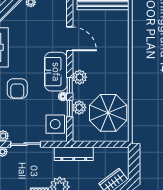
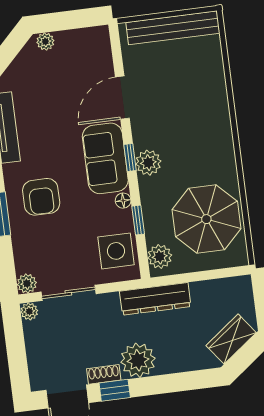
door: (70, 39) -> (122, 98), swing flipped
window: (70, 85) -> (130, 157), moved
plant: (79, 107) -> (160, 257), moved

